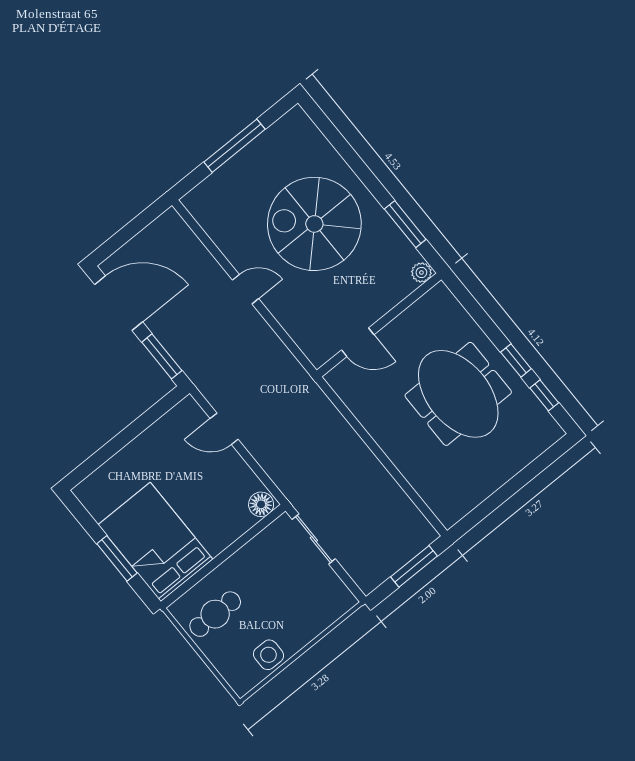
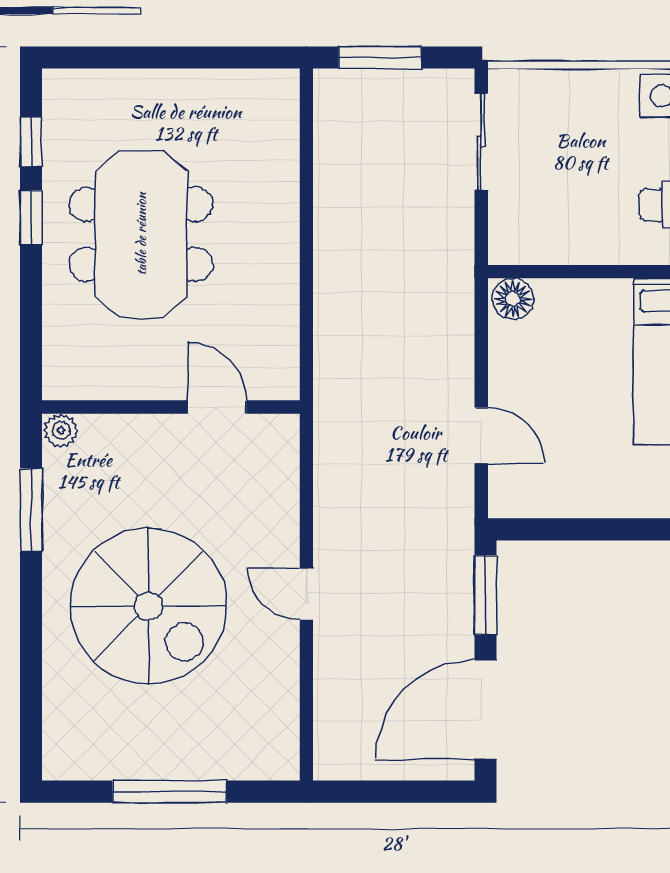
door: (119, 303) -> (486, 710), hinge flipped
sliding door: (314, 539) -> (481, 142), moved

